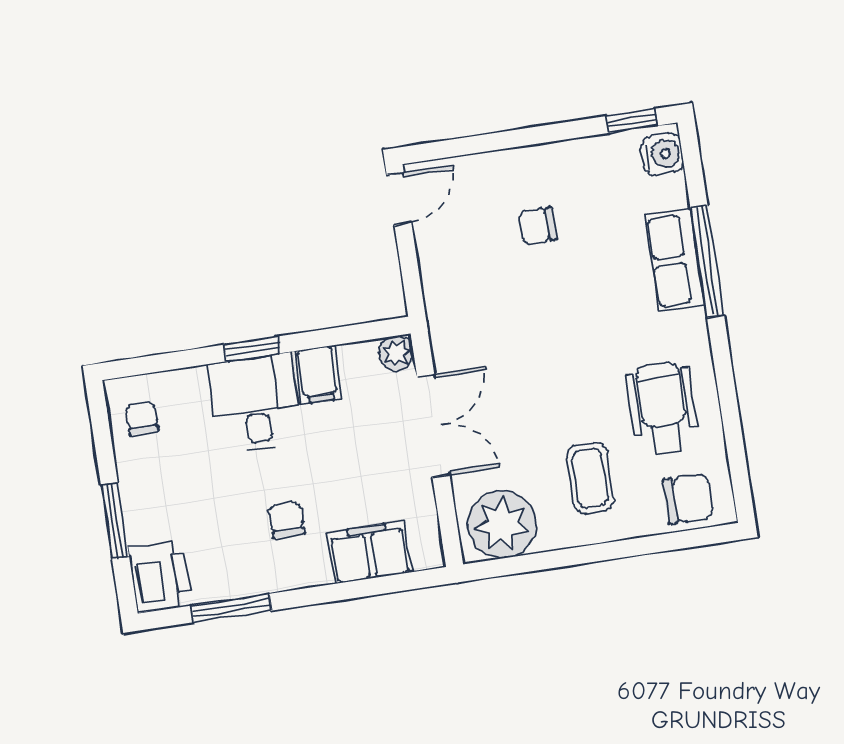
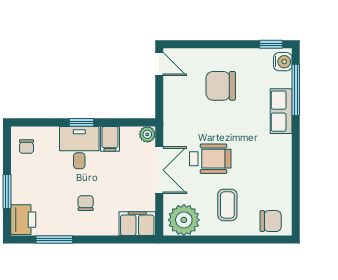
door: (399, 199) -> (159, 64), hinge flipped
chair: (538, 226) -> (221, 86), width x1.87, depth x1.87
window: (707, 261) -> (296, 90), moved
wheelchair: (662, 408) -> (210, 159), moved, turned 90
chair: (142, 418) -> (26, 147), turned 180
filing cabinet: (370, 552) -> (137, 224), moved

